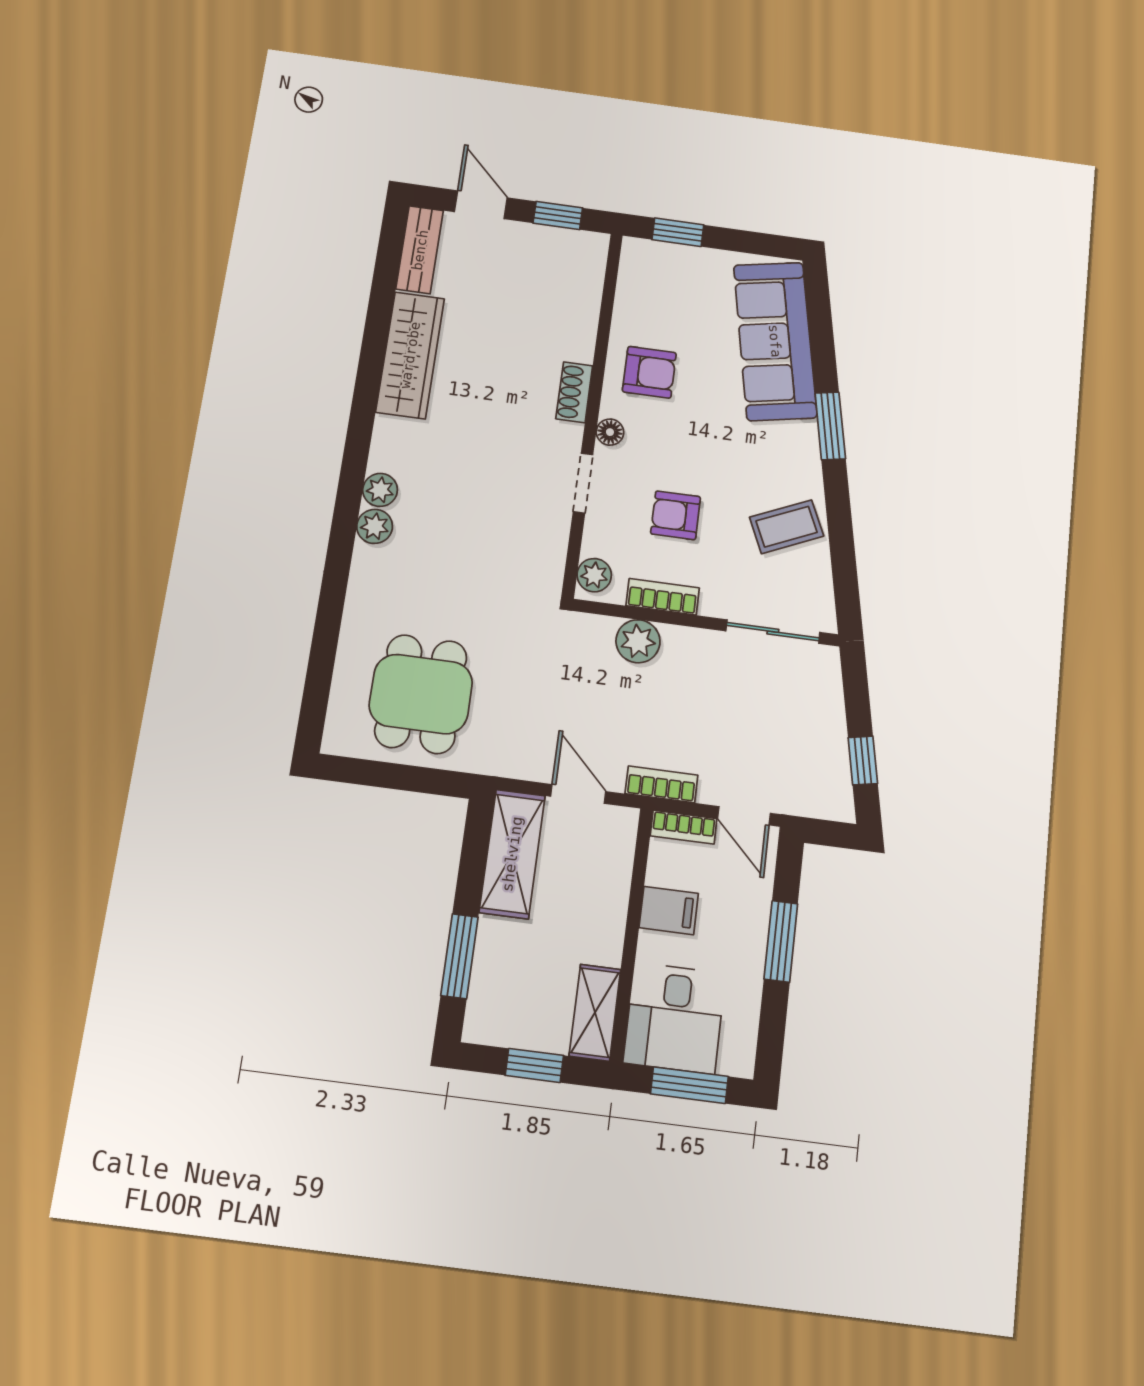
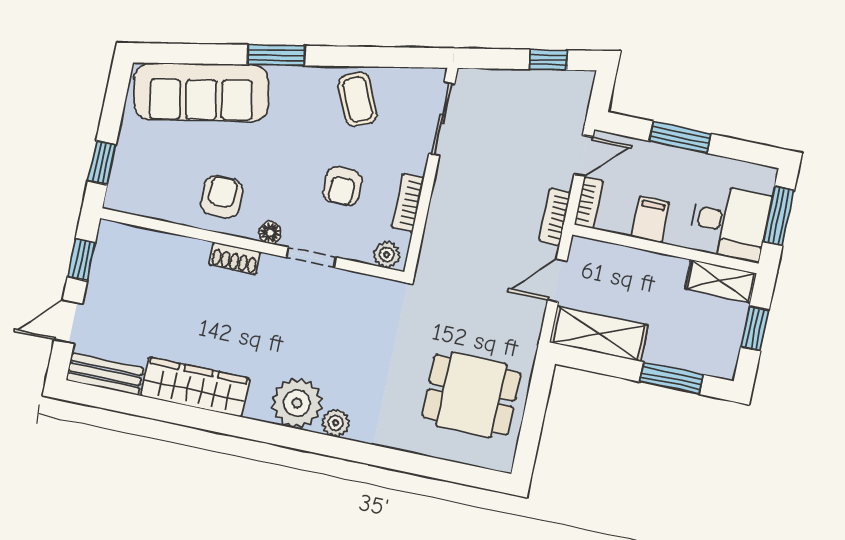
plant: (380, 490) -> (297, 403), width x1.88, depth x1.88
plant: (638, 641) -> (442, 225), removed

